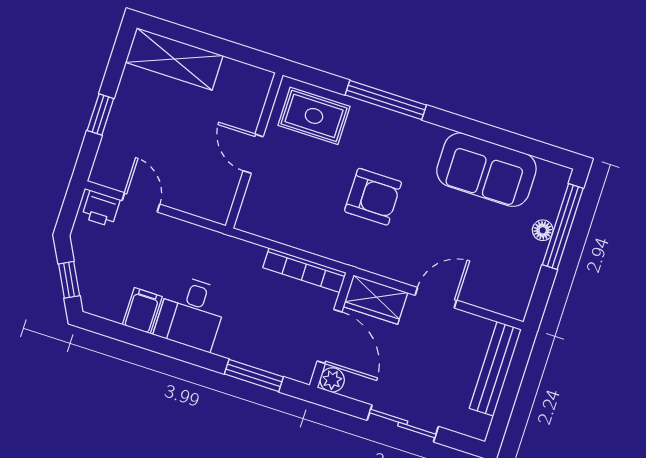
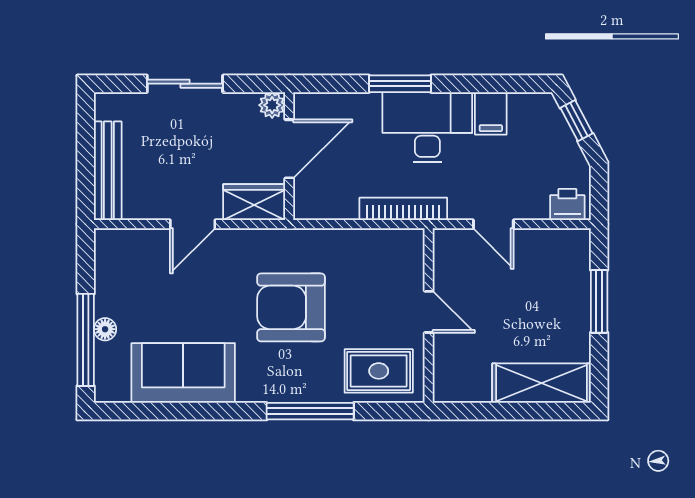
window: (100, 115) -> (599, 301), width x1.50
armchair: (373, 197) -> (291, 307), width x1.36, depth x1.36
door: (141, 202) -> (493, 224), moved
bookcase: (304, 270) -> (403, 209), moved
desk: (191, 313) -> (427, 127), width x1.37
door: (330, 337) -> (289, 149), swing flipped
window: (254, 375) -> (400, 84), moved

